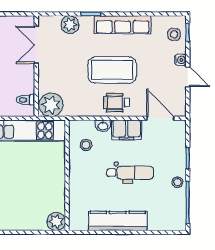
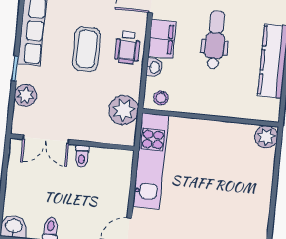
coffee table: (112, 70) -> (87, 49), width x0.73, depth x0.76
toilet: (26, 100) -> (82, 156), moved
plant: (51, 105) -> (124, 110), moved
stool: (86, 145) -> (161, 98), moved

